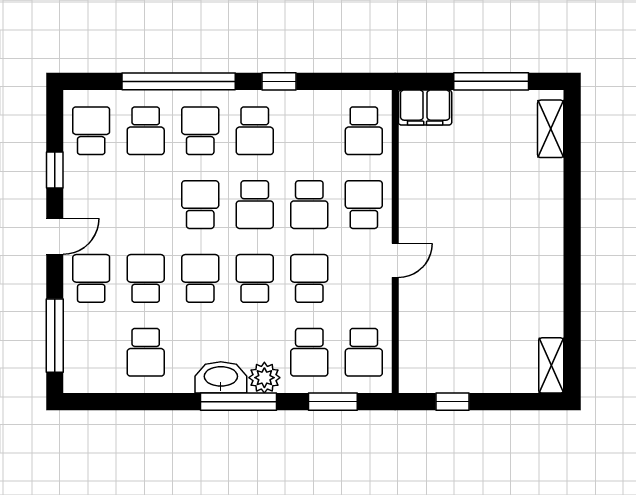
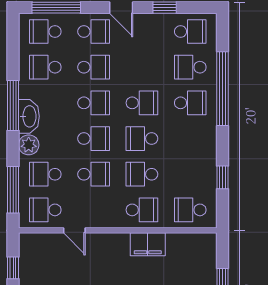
window: (279, 81) -> (223, 177), moved
filing cabinet: (425, 108) -> (148, 244), moved, turned -90
school desk: (255, 131) -> (45, 32), moved
door: (395, 260) -> (74, 230), moved
window: (238, 402) -> (13, 106), moved
window: (333, 402) -> (13, 190), width x1.44

